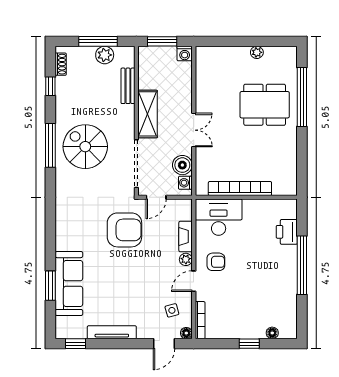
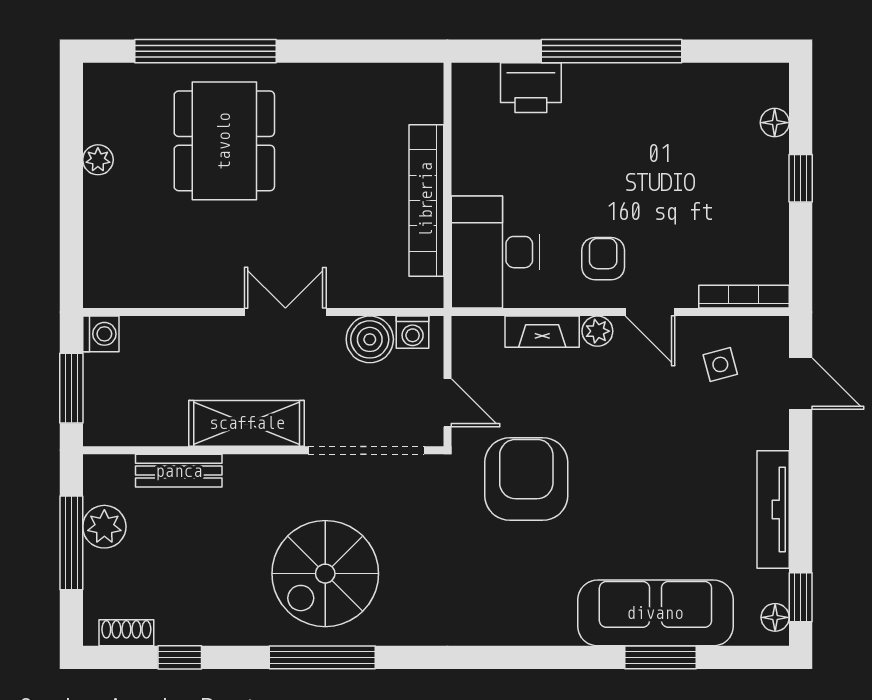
floor lamp: (186, 333) -> (775, 617), moved

